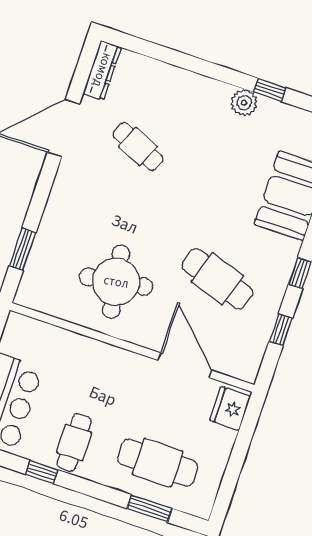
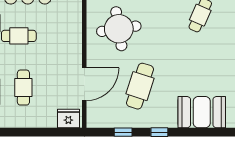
cafe table: (158, 463) -> (23, 88), width x0.73, depth x0.74

